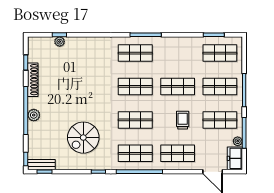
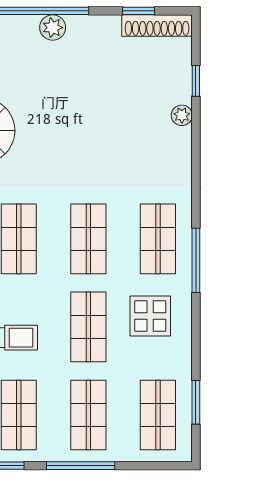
plant: (60, 42) -> (182, 115), moved
display table: (172, 57) -> (150, 316), added
shoe rack: (33, 80) -> (157, 26), moved
plant: (34, 115) -> (53, 28), moved

